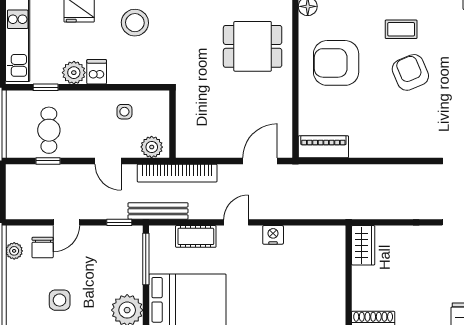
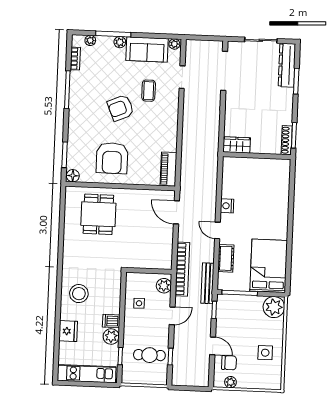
coffee table: (401, 29) -> (149, 91), moved

